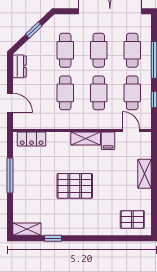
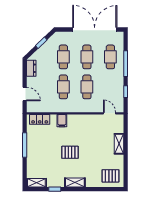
cafe table: (132, 93) -> (110, 87), removed
shelving: (86, 139) -> (75, 182), moved
filing cabinet: (108, 141) -> (62, 121), moved
pallet: (75, 186) -> (70, 152), width x0.67, depth x0.71

